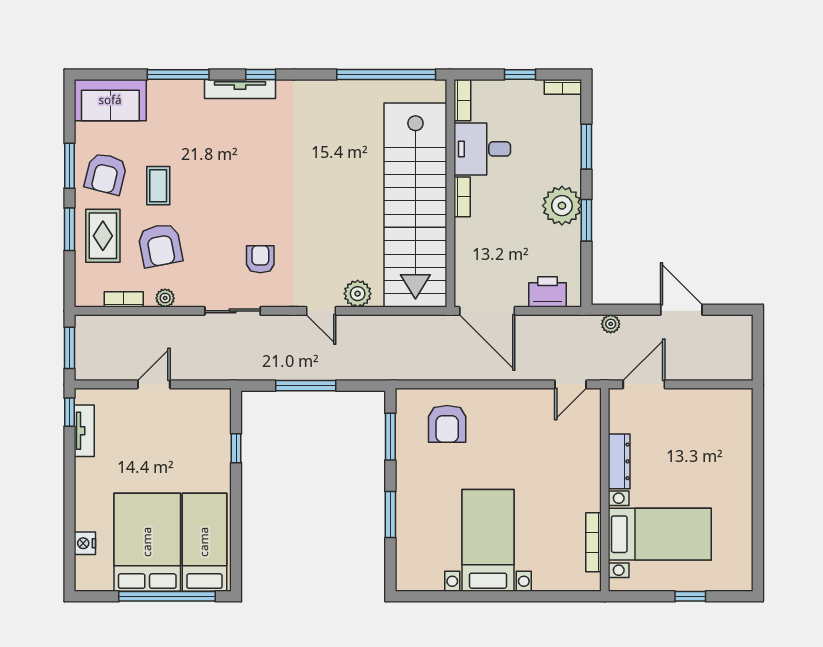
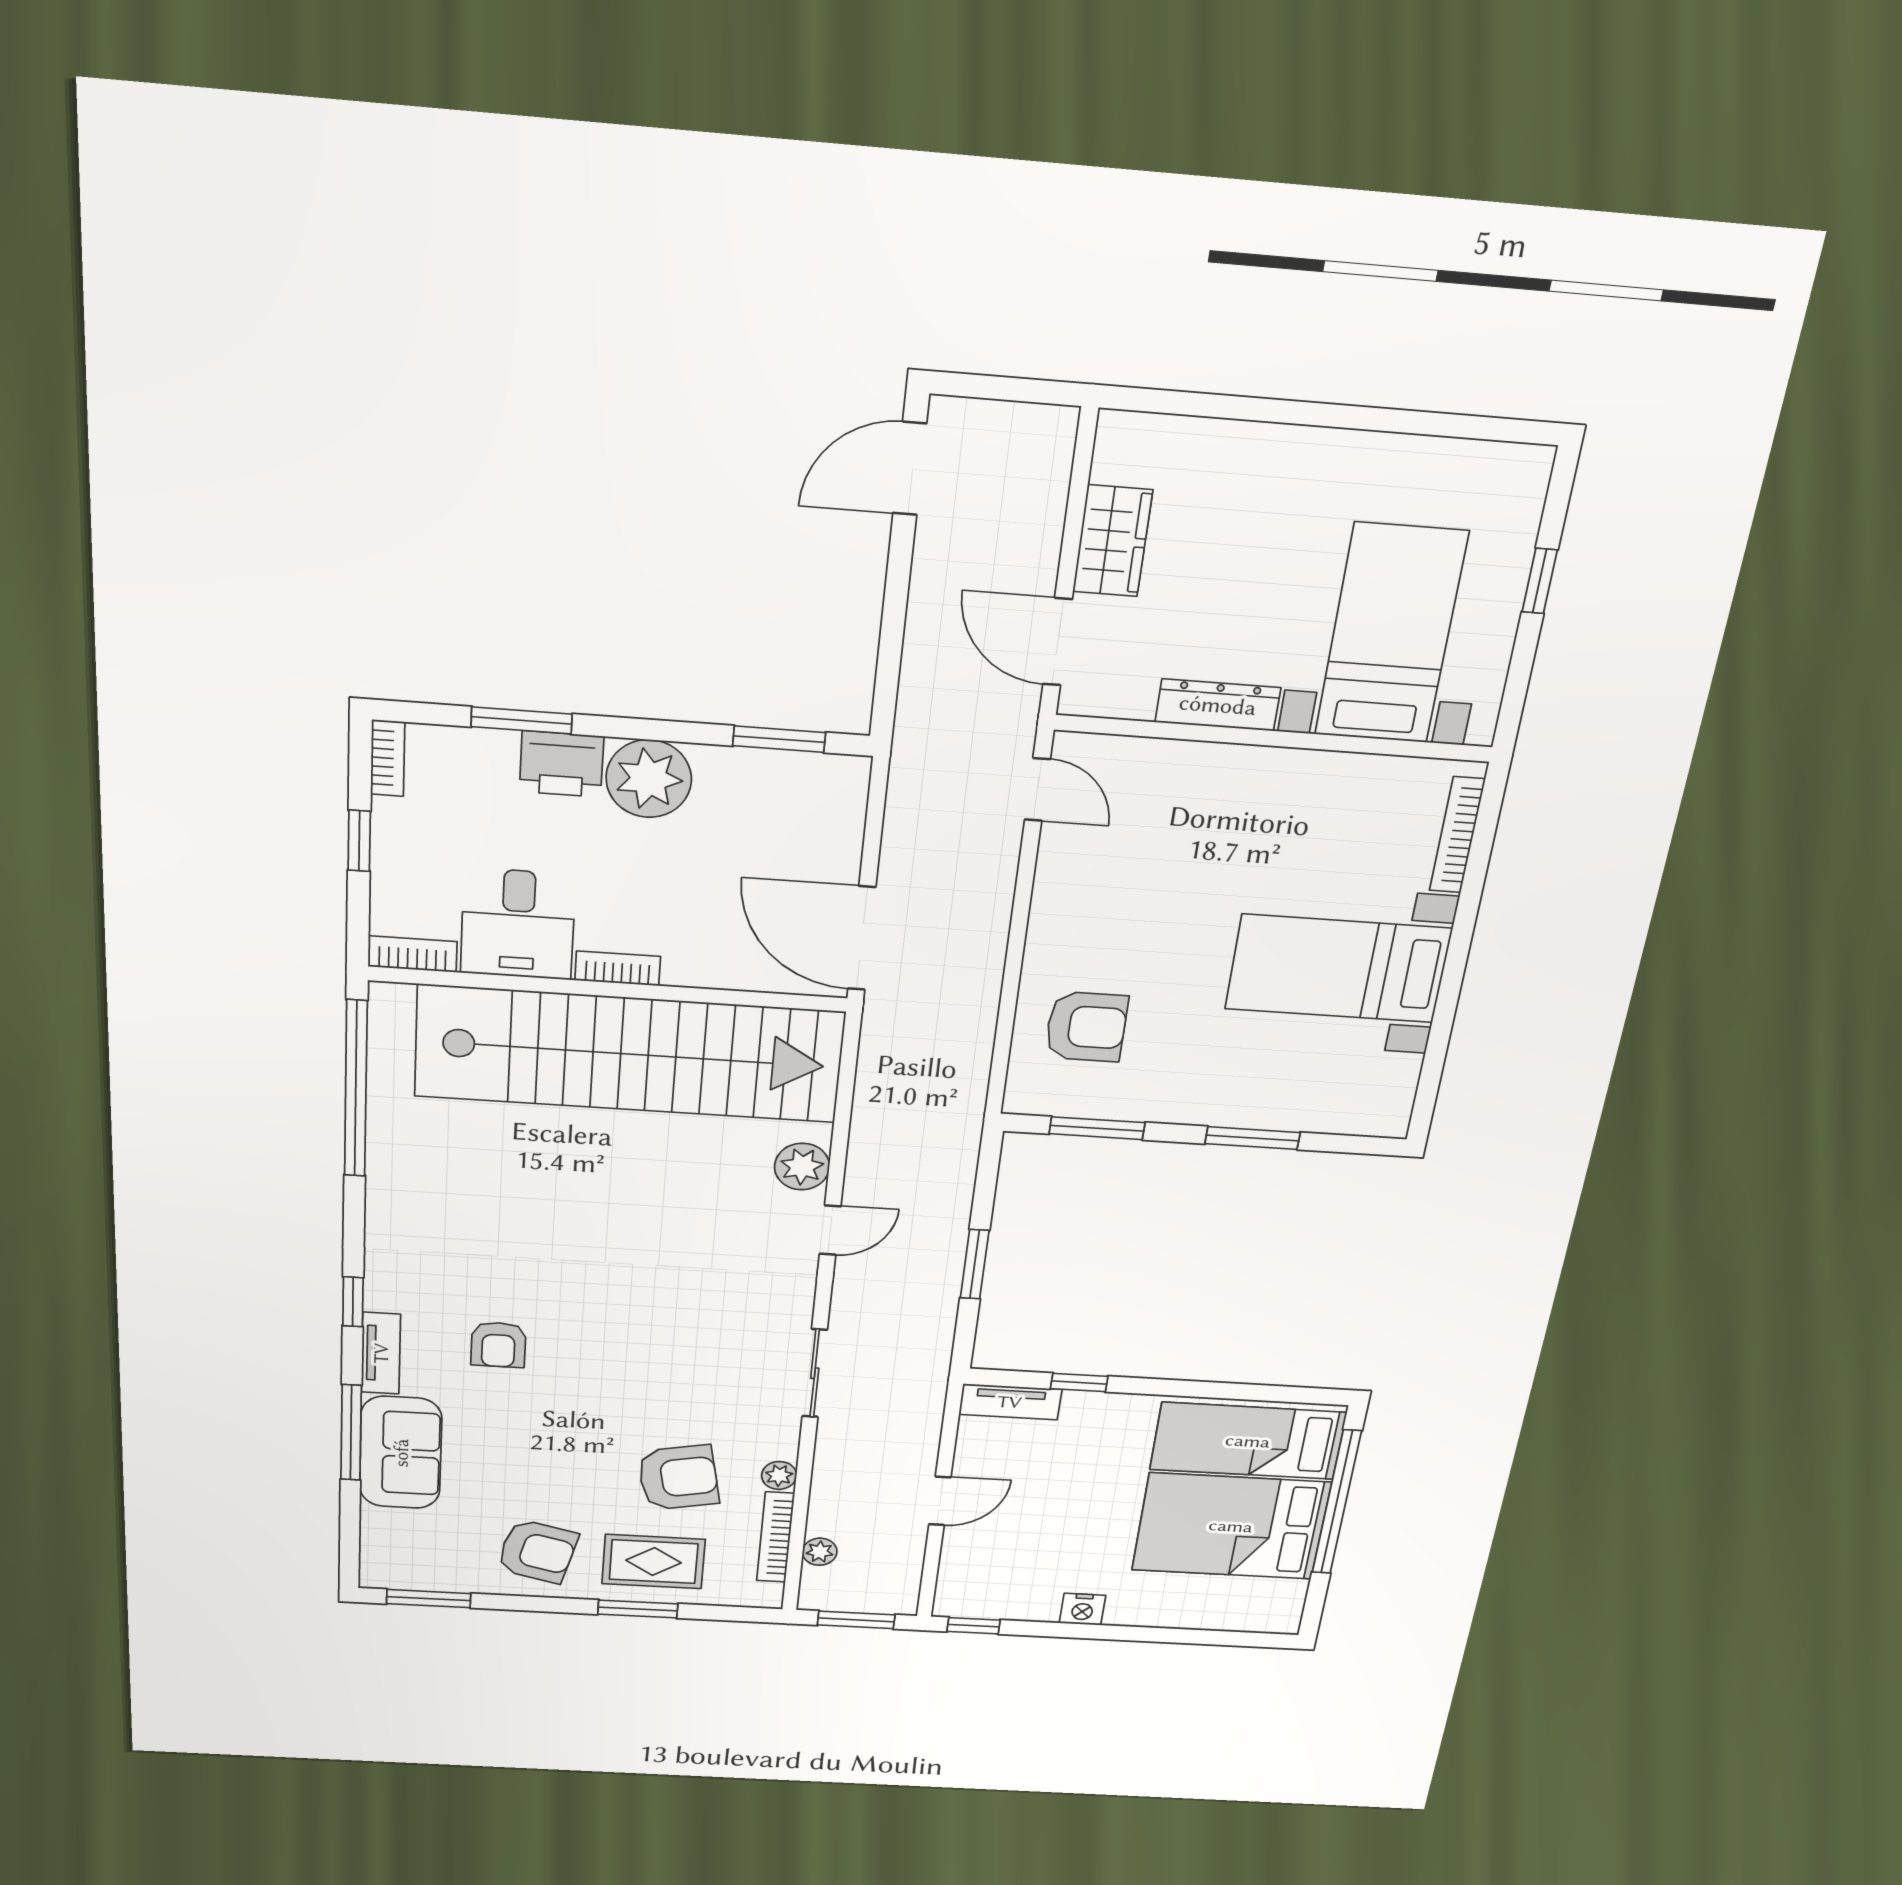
tv unit: (240, 89) -> (381, 1353), width x0.71
sofa: (110, 100) -> (401, 1453), moved
window: (69, 166) -> (429, 1599), moved
coffee table: (158, 186) -> (564, 1474), removed
window: (586, 220) -> (779, 739), moved
armchair: (260, 259) -> (498, 1345), moved, turned -90
printer: (547, 292) -> (562, 764), moved, turned -90
bookcase: (124, 299) -> (775, 1537), width x1.56
door: (681, 310) -> (910, 469), moved
door: (487, 311) -> (862, 938), swing flipped
plant: (611, 324) -> (820, 1552), moved
door: (154, 384) -> (940, 1501), swing flipped
window: (306, 386) -> (975, 1264), width x0.69
wardrobe: (693, 403) -> (1113, 541), added
tv unit: (84, 431) -> (1010, 1402), moved, turned 180
bookcase: (593, 542) -> (1457, 835), moved, turned 90
nightstand: (85, 543) -> (1083, 1609), moved

